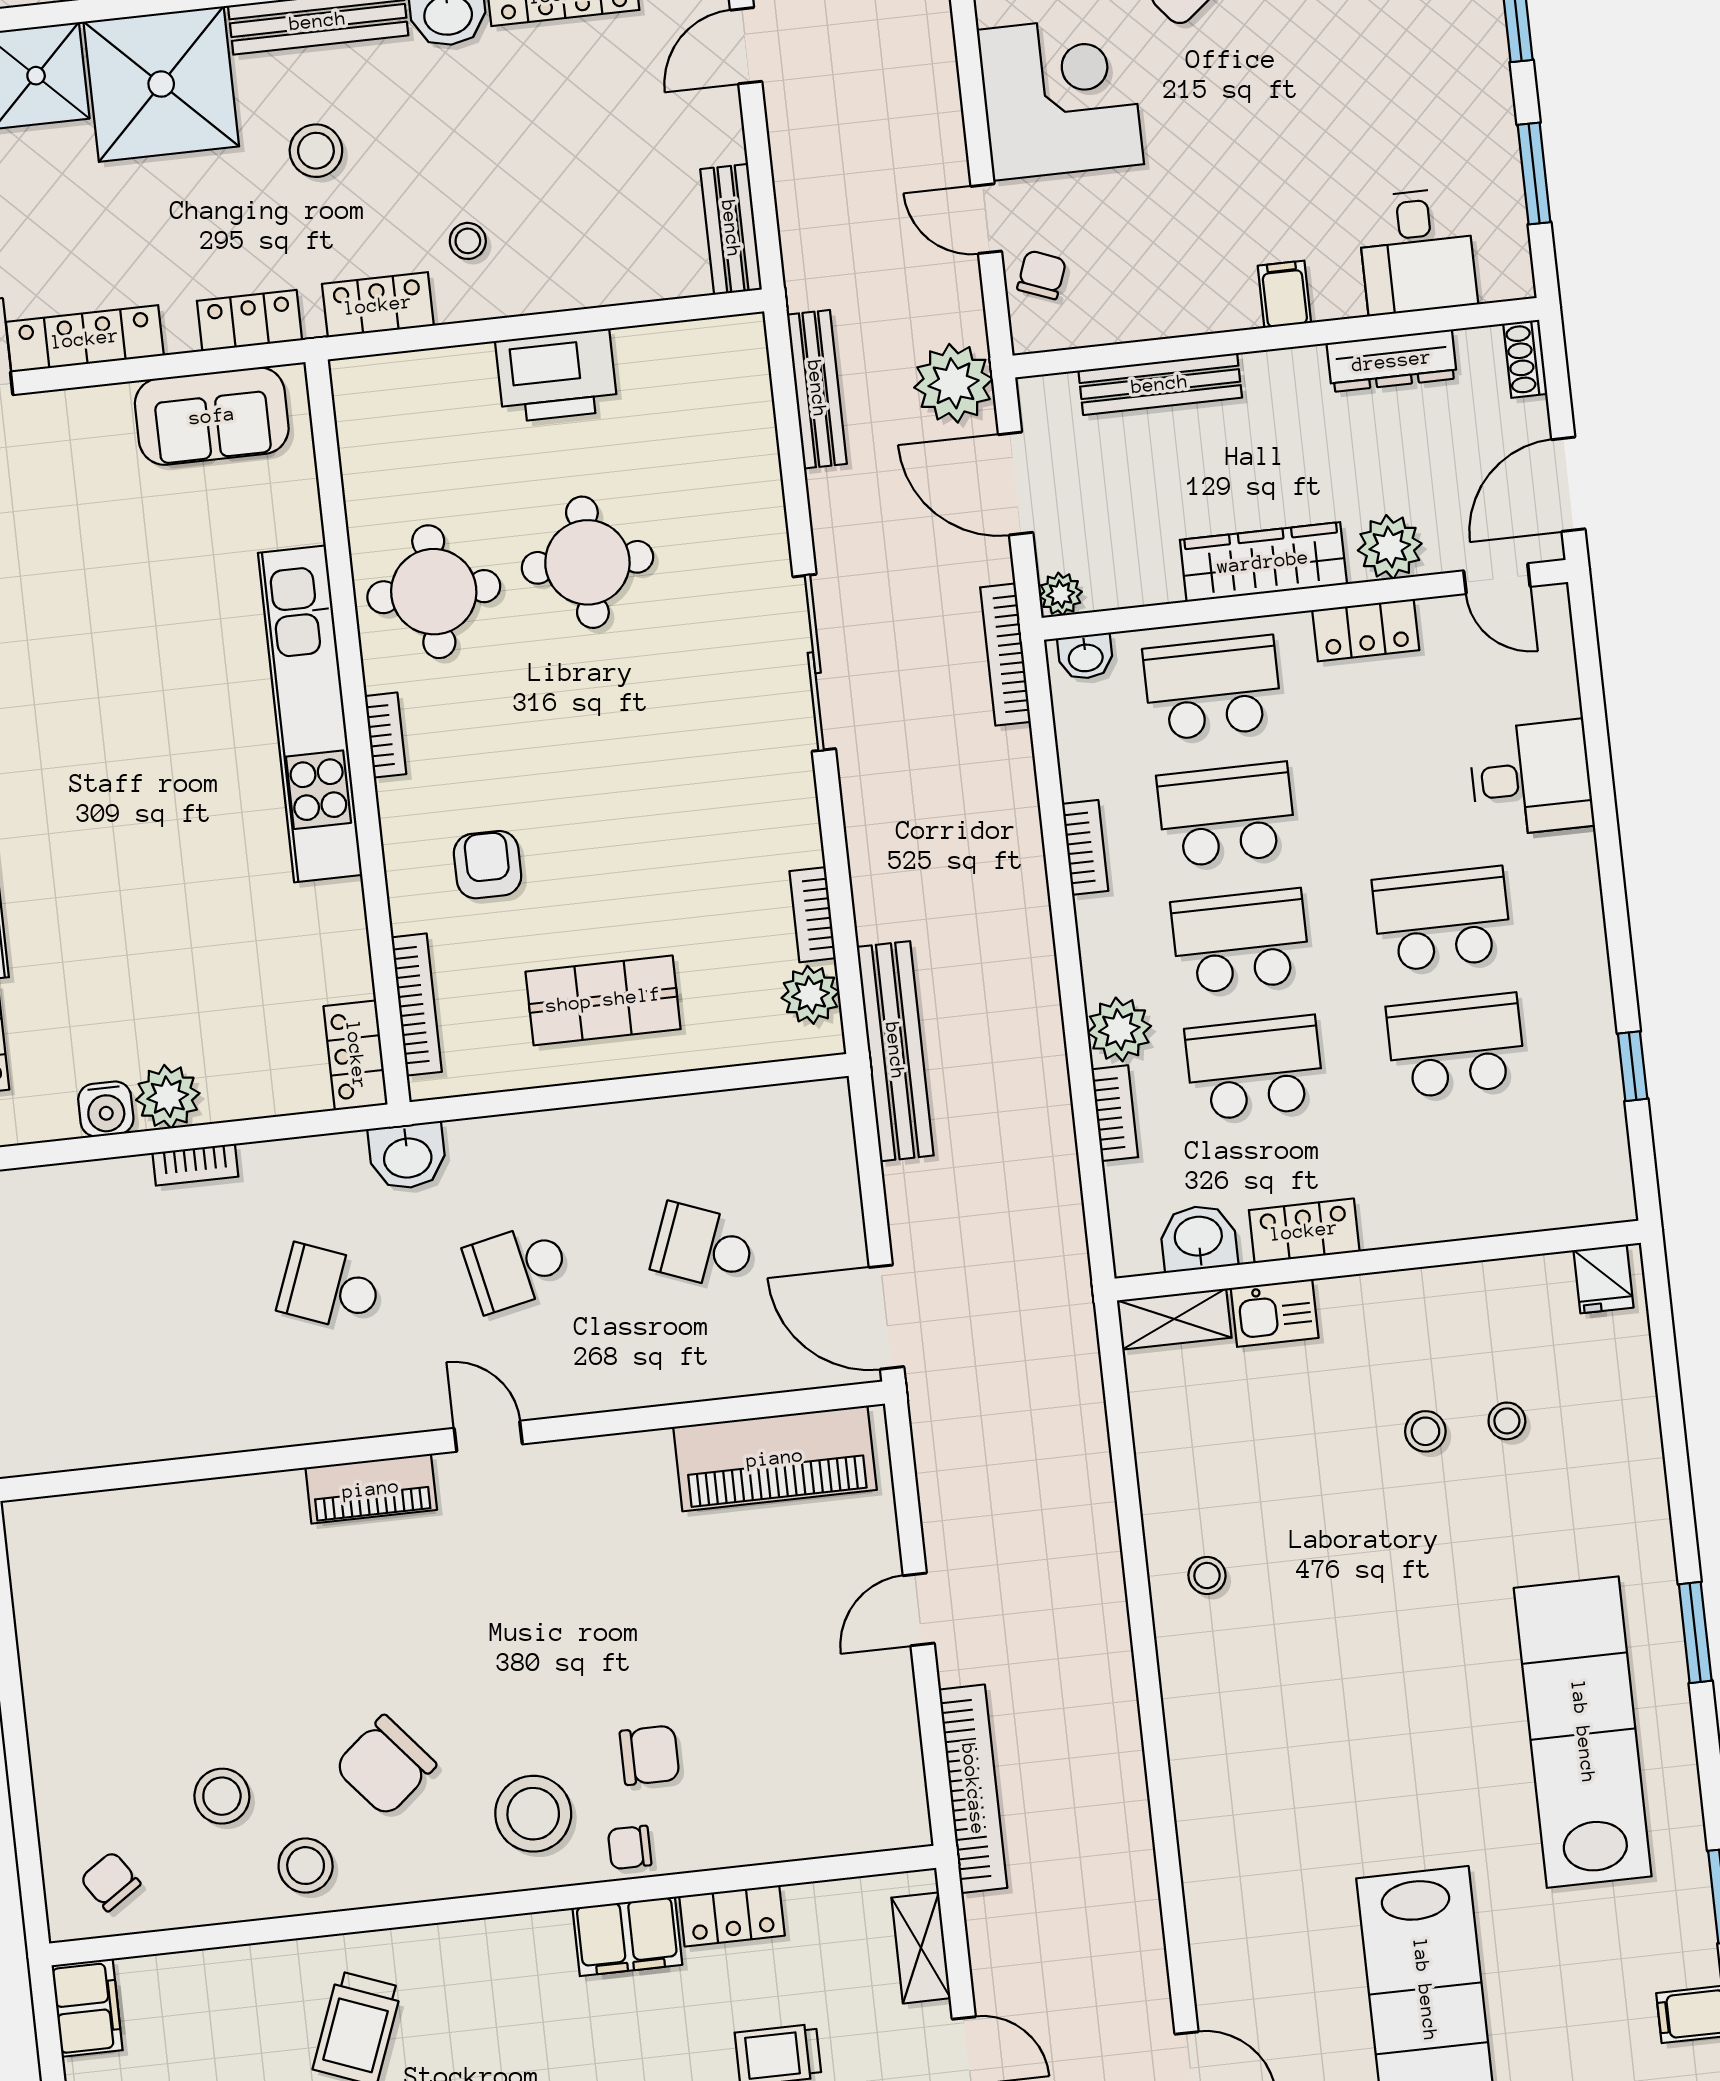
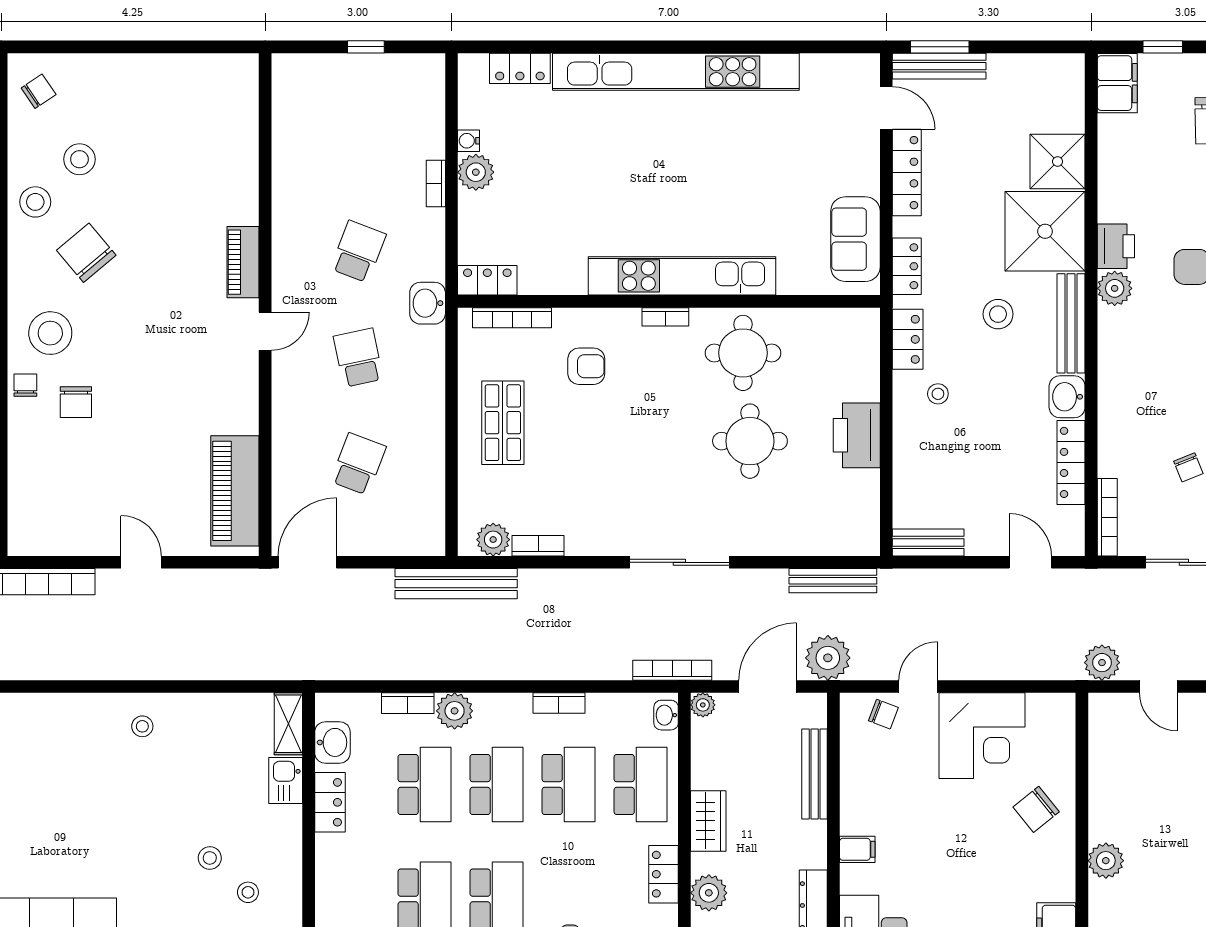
wardrobe: (1263, 562) -> (708, 821), width x0.67
water cooler: (106, 1109) -> (469, 141), width x0.72, depth x0.72
stool: (1507, 1421) -> (248, 892), moved

